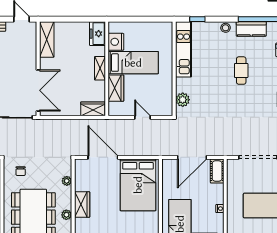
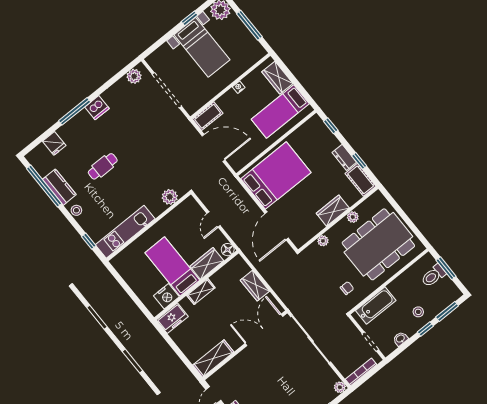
wardrobe: (93, 109) -> (255, 286), moved
floor lamp: (114, 110) -> (228, 250), added

